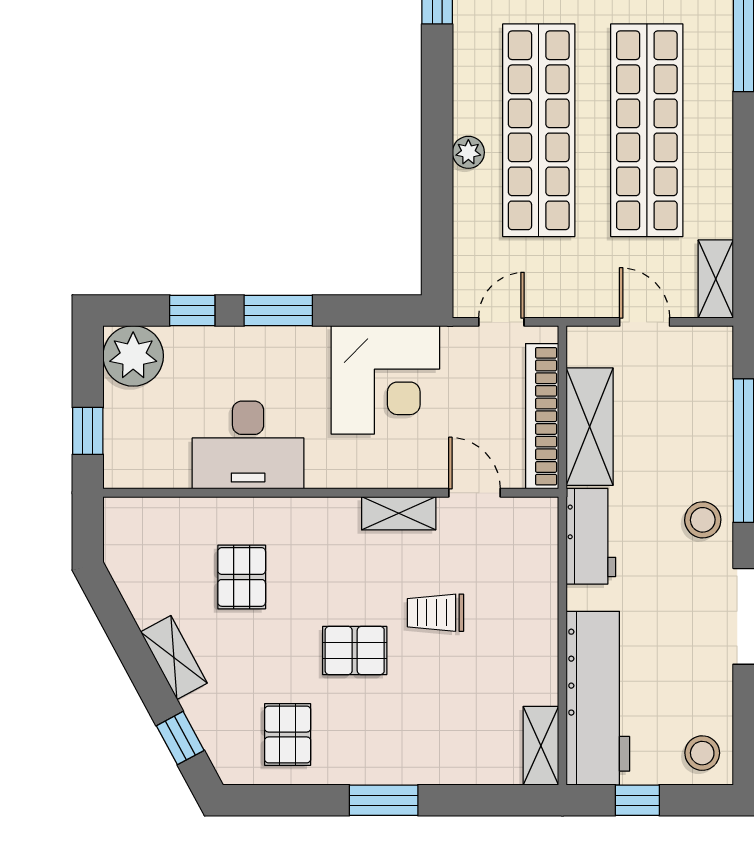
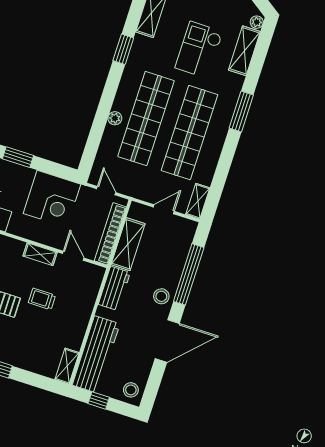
door: (501, 322) -> (106, 191), hinge flipped
door: (645, 322) -> (164, 209), hinge flipped

